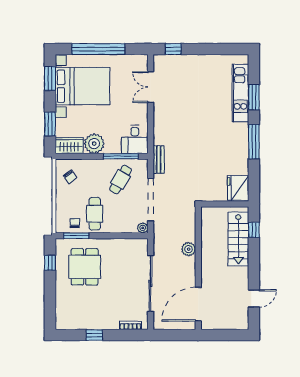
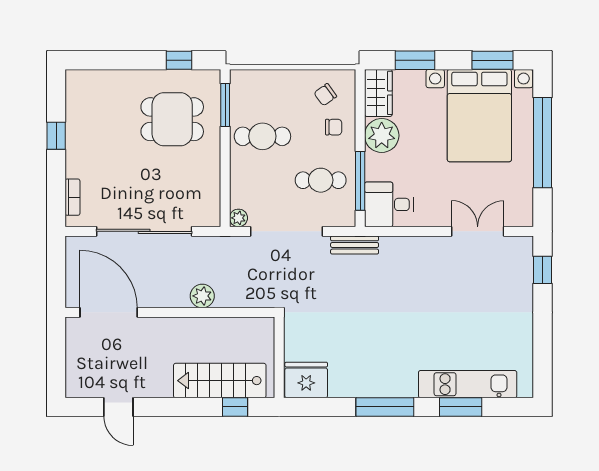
cafe table: (120, 179) -> (321, 180), turned -30
chair: (75, 223) -> (334, 127), moved

